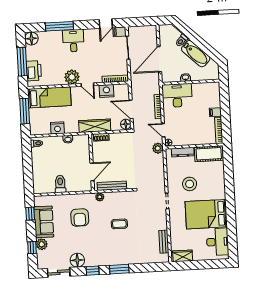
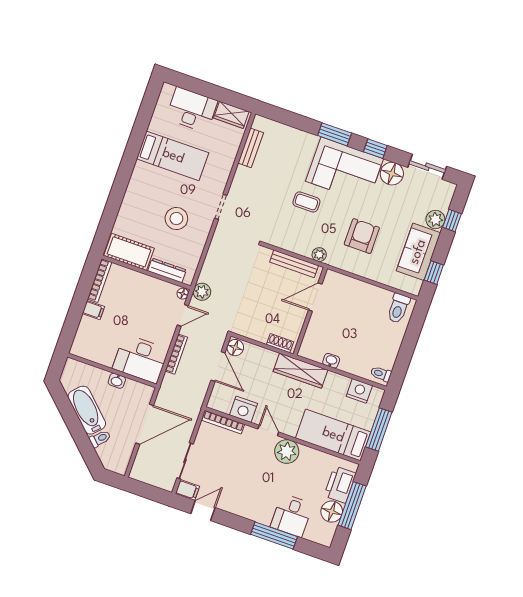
floor lamp: (31, 38) -> (332, 512), moved
desk: (73, 41) -> (292, 515), moved
wardrobe: (95, 126) -> (300, 371), moved
nightstand: (57, 128) -> (359, 391), moved
door: (163, 130) -> (183, 315), hinge flipped
toilet: (60, 184) -> (398, 308), moved
bed: (206, 214) -> (173, 156), width x0.67
desk: (218, 242) -> (192, 110), moved, turned 90
corner sofa: (105, 251) -> (344, 170), added

